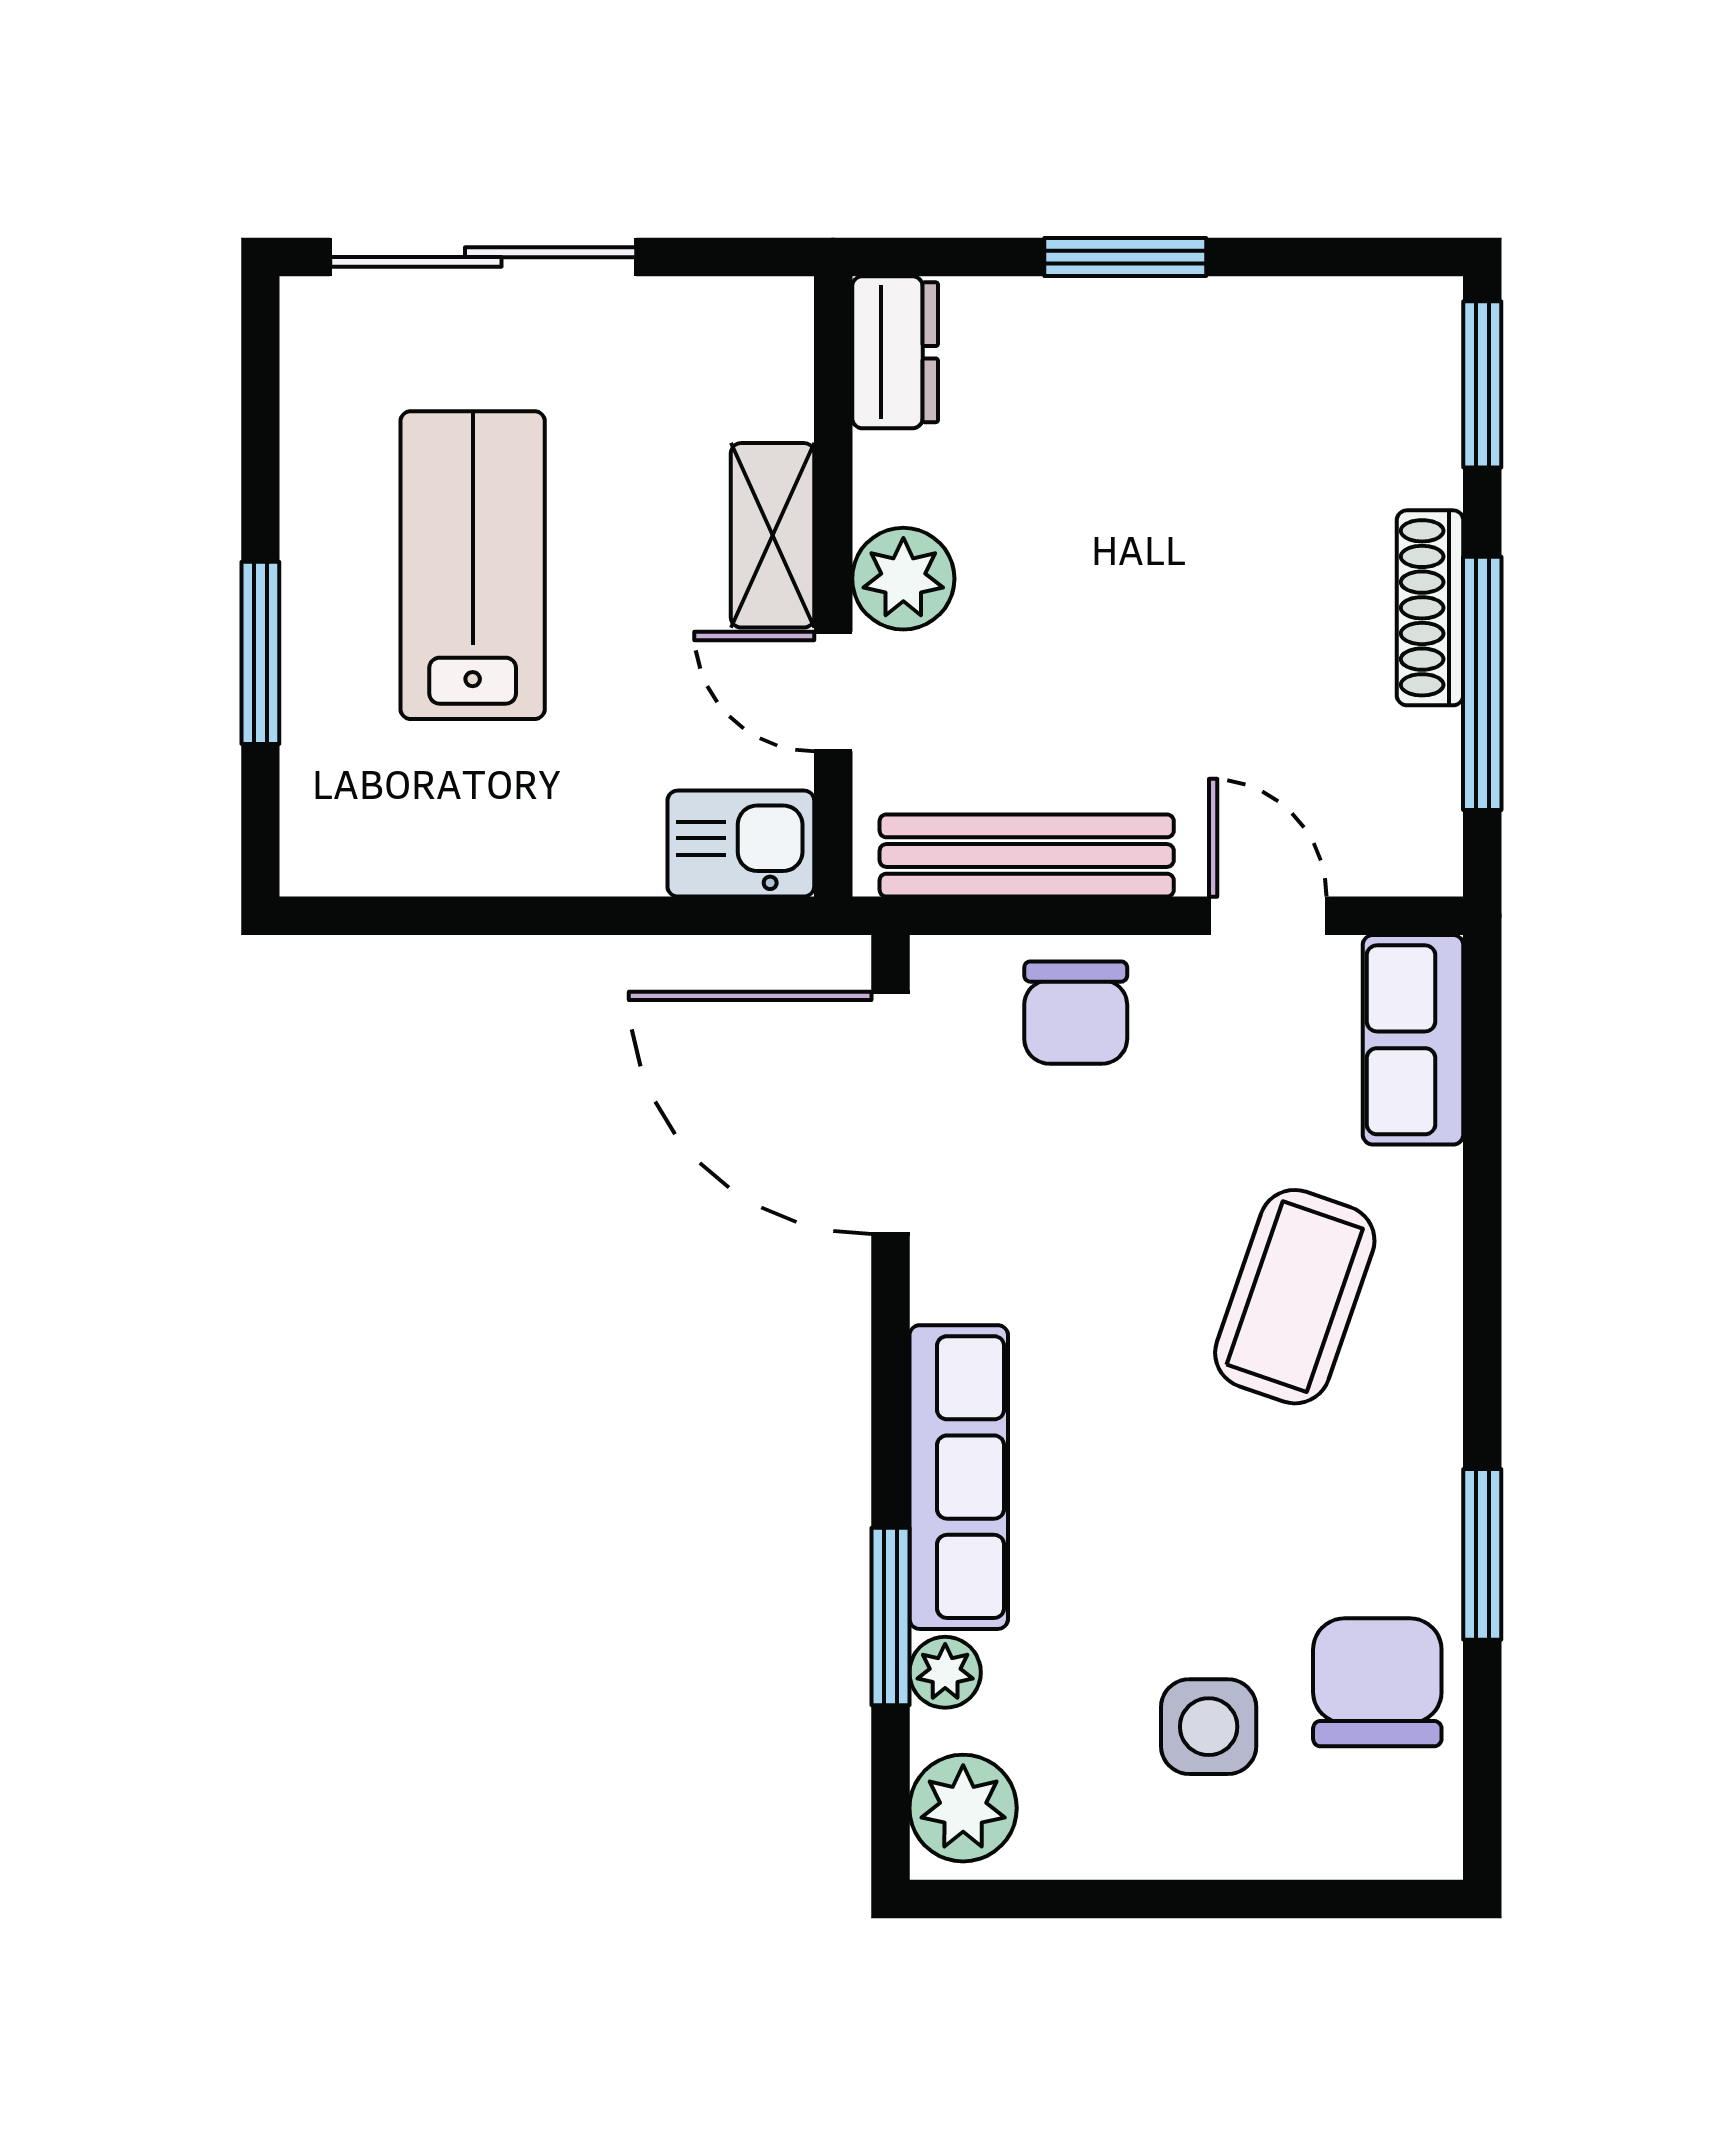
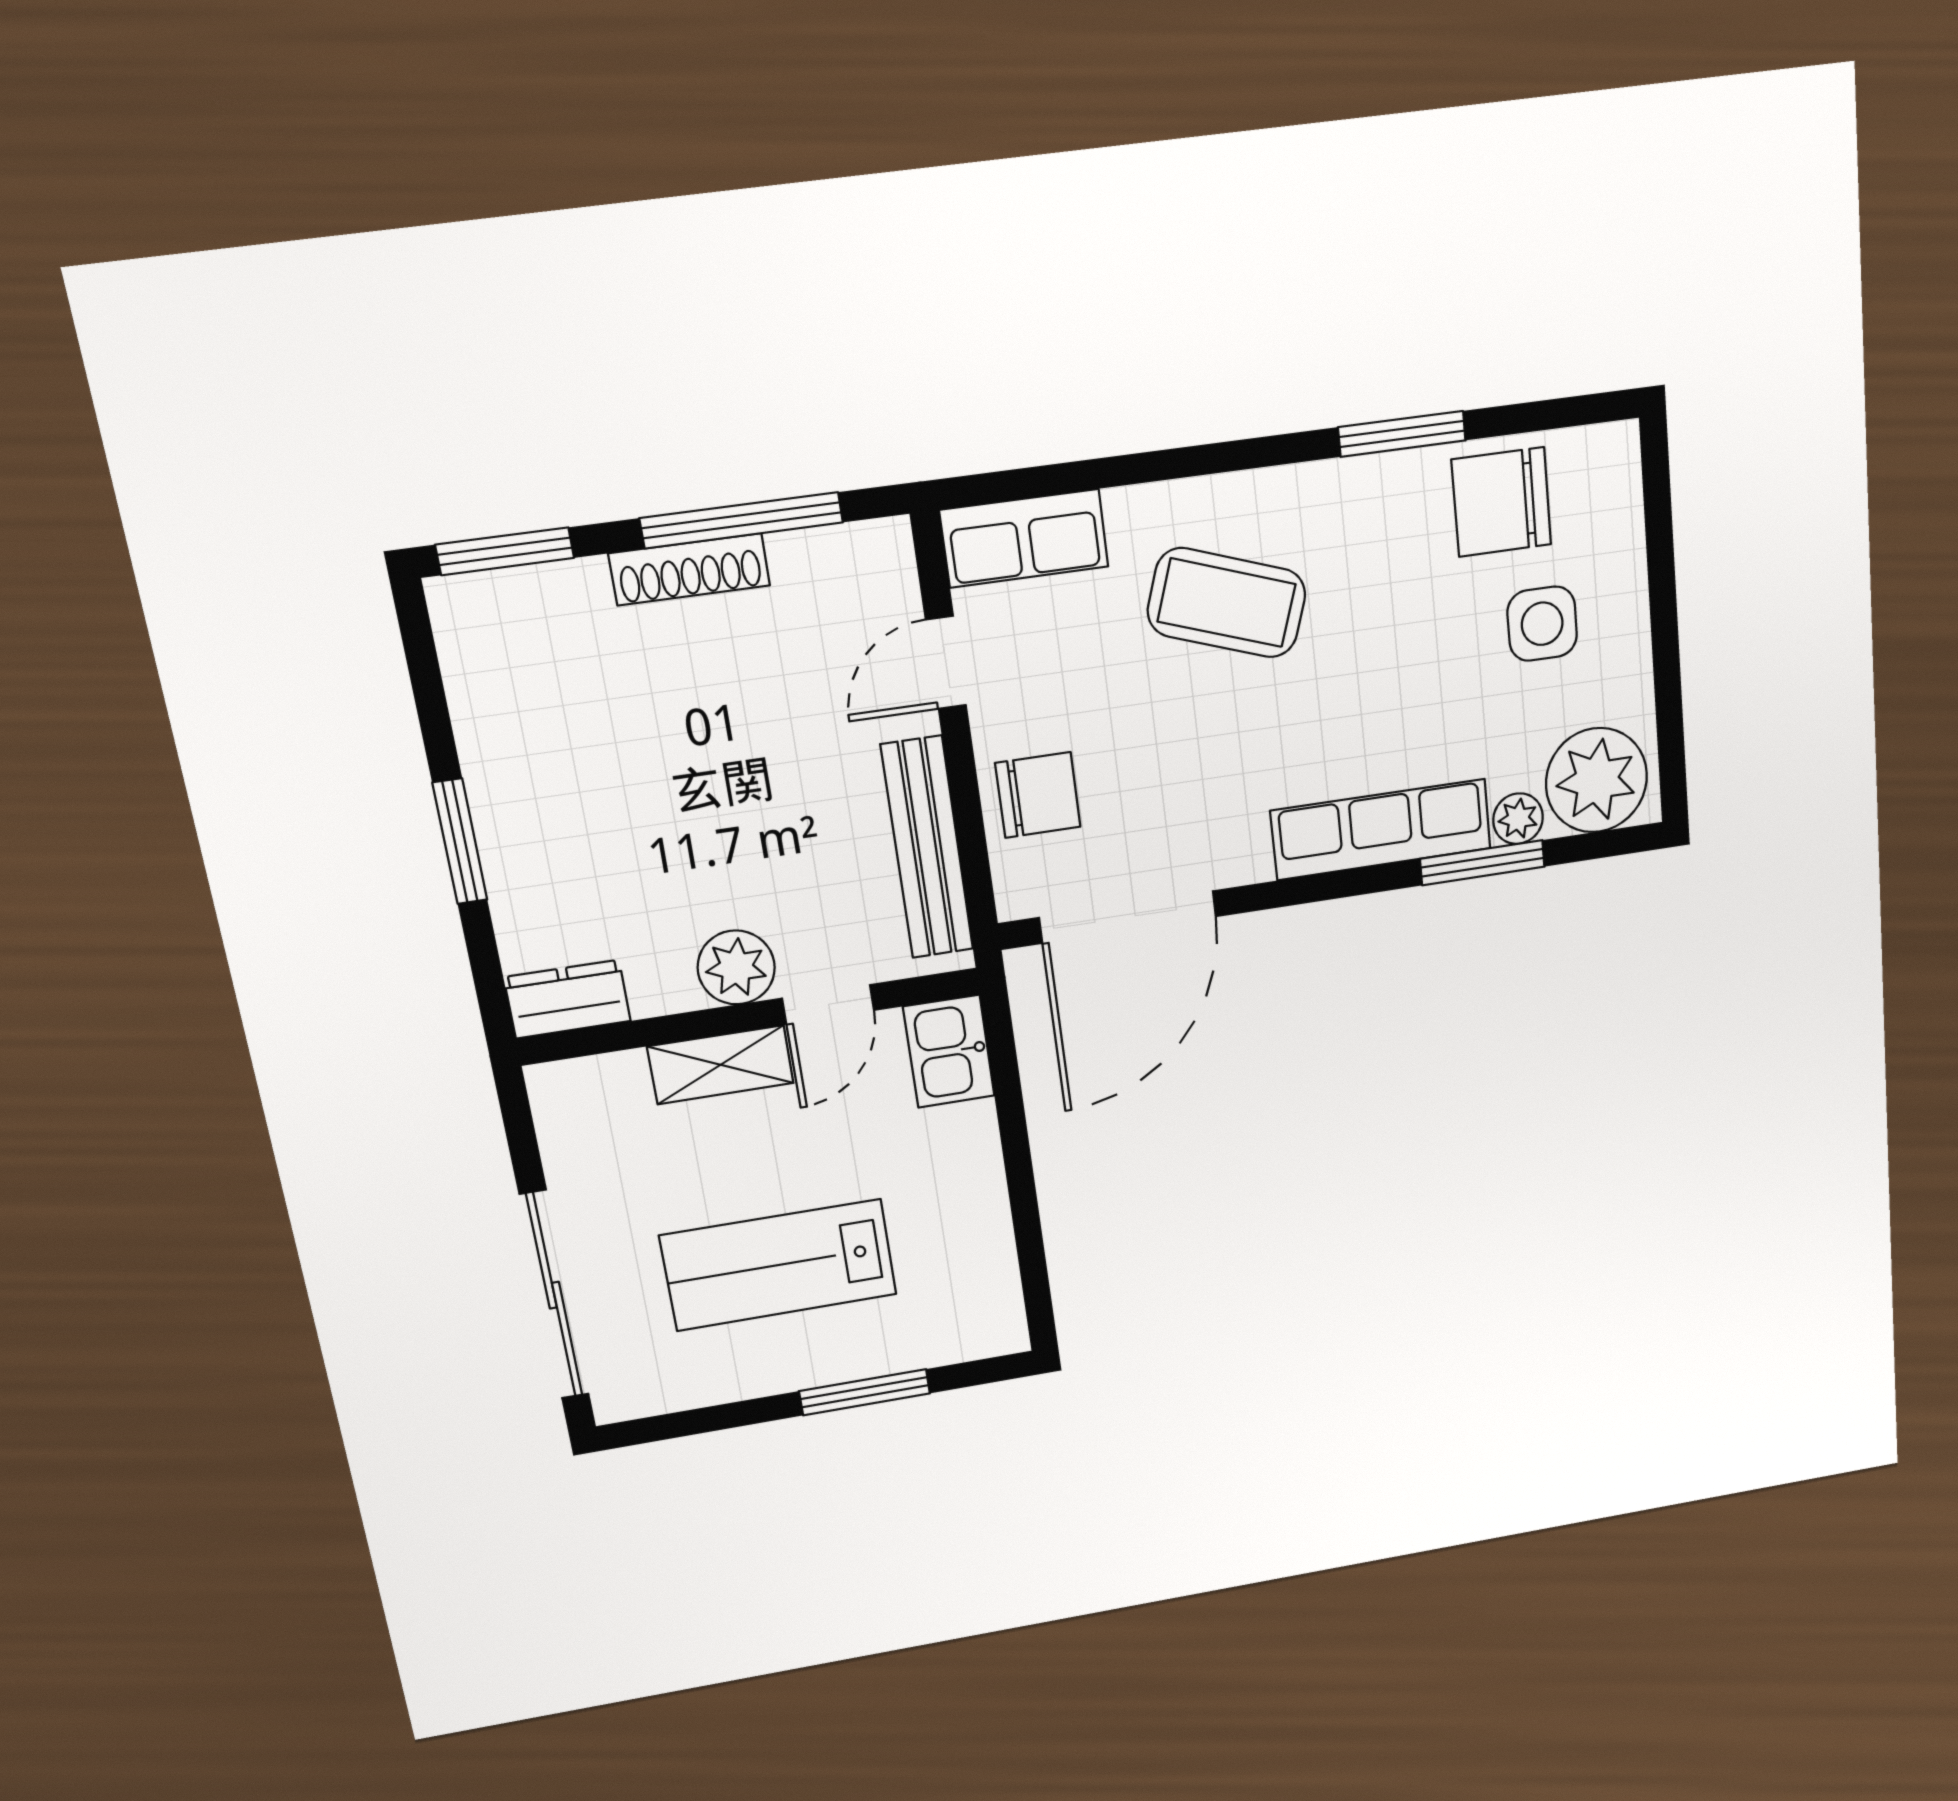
plant: (963, 1808) -> (1596, 780), width x1.36, depth x1.36

